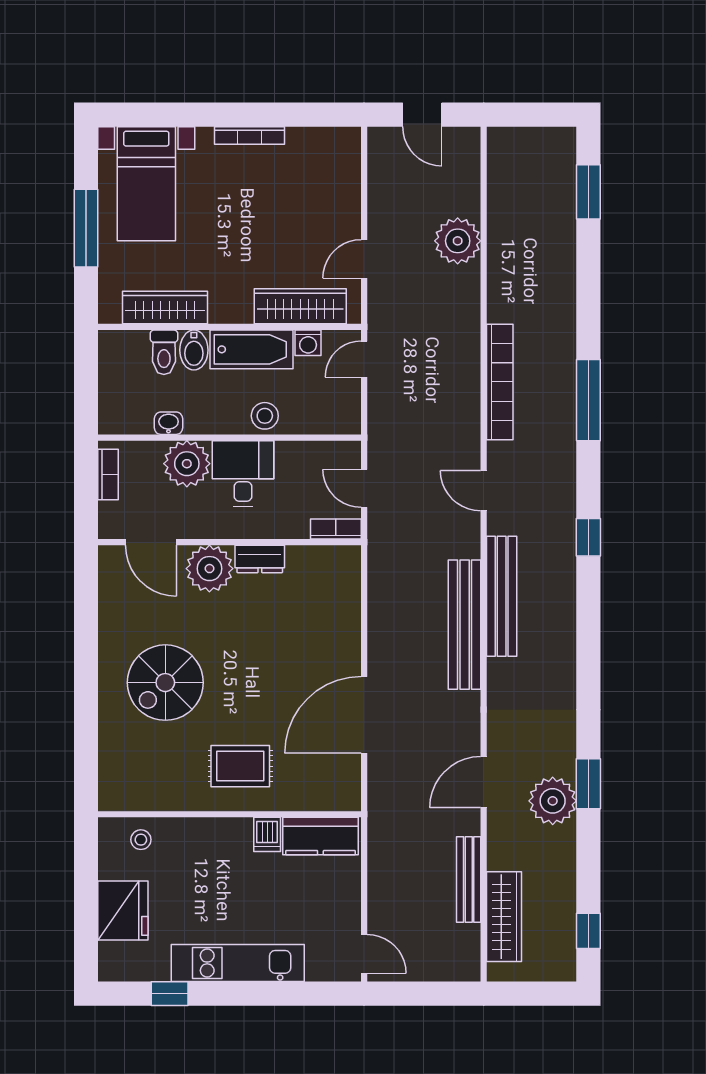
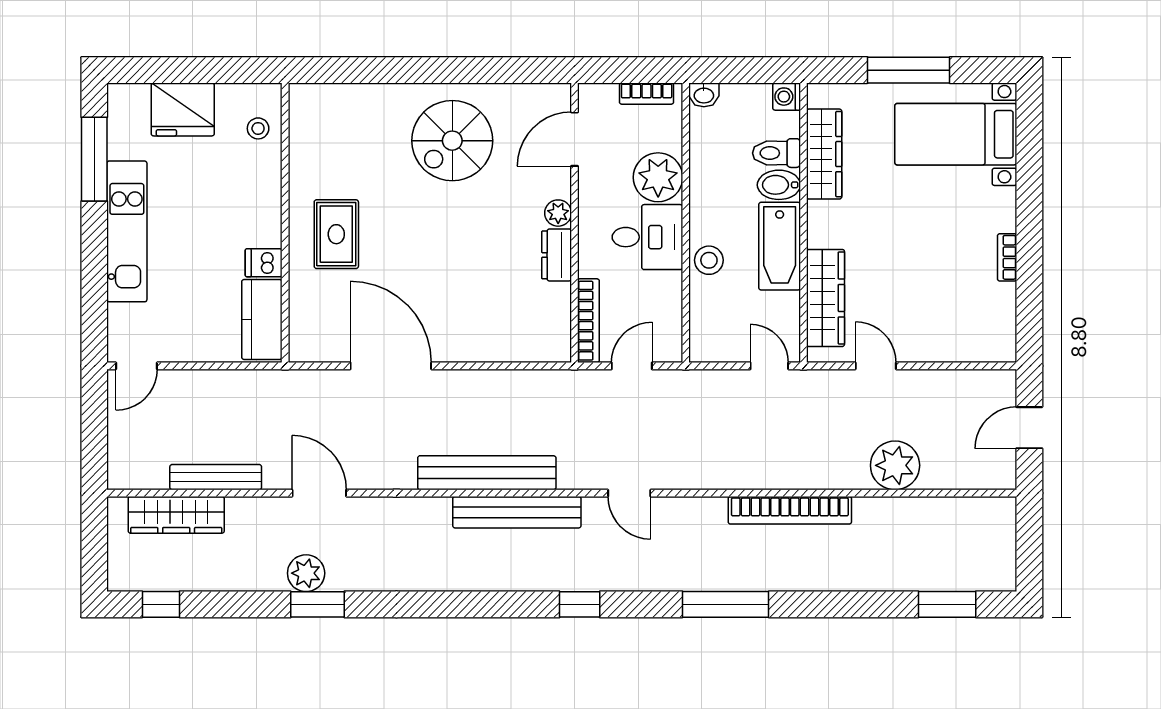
bookcase: (249, 136) -> (1007, 257), width x0.64
washing machine: (308, 343) -> (787, 97), moved
bookcase: (500, 382) -> (790, 510), moved
washbasin: (169, 423) -> (704, 95), moved, turned 90
door: (484, 491) -> (629, 493), swing flipped
bookcase: (336, 529) -> (588, 321), width x1.56
plant: (209, 569) -> (558, 213), width x0.53, depth x0.53
spiral stairs: (165, 683) -> (452, 141), moved, turned -90
plant: (553, 801) -> (306, 573), width x0.73, depth x0.73
window: (170, 994) -> (94, 159), width x2.17

